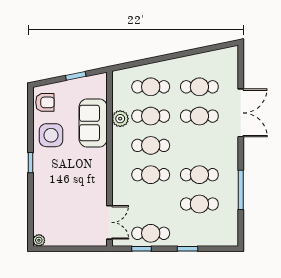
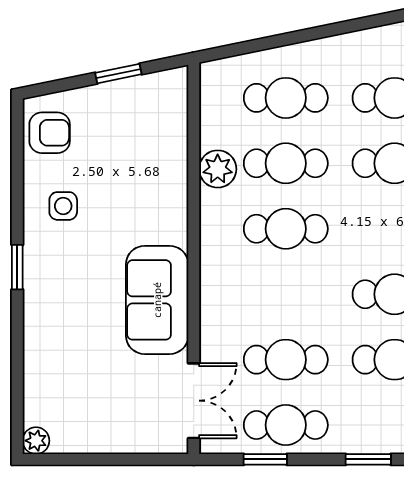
sofa: (93, 123) -> (157, 300), moved
side table: (51, 135) -> (63, 206), width x0.54, depth x0.54
cafe table: (151, 175) -> (286, 360), moved

